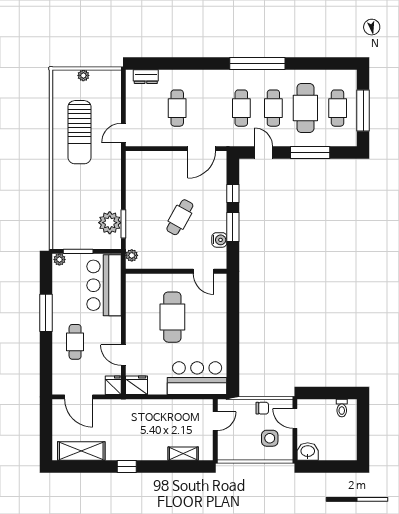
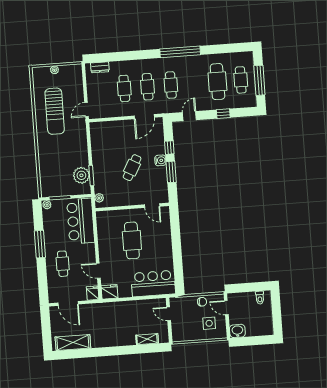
cafe table: (273, 108) -> (148, 87), moved
door: (264, 152) -> (189, 116), hinge flipped
window: (310, 152) -> (223, 114), width x0.46
water cooler: (219, 240) -> (160, 160), moved
door: (215, 421) -> (169, 314), swing flipped
window: (127, 467) -> (107, 351), removed

